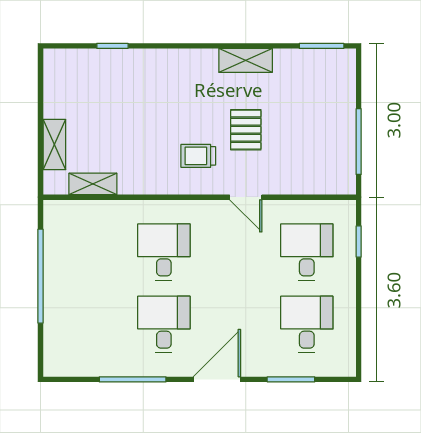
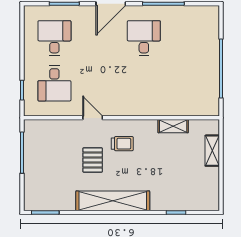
shelving: (246, 60) -> (113, 201), width x2.20, depth x1.33
shelving: (93, 184) -> (173, 126), moved
desk: (164, 252) -> (144, 83), removed
desk: (164, 324) -> (144, 38), turned 180
desk: (307, 324) -> (54, 38), turned 180

